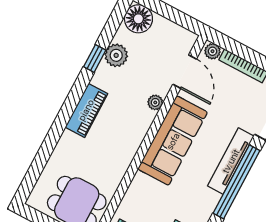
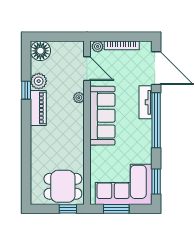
piano: (86, 110) -> (38, 108), moved
tv unit: (231, 161) -> (146, 102), width x0.71

